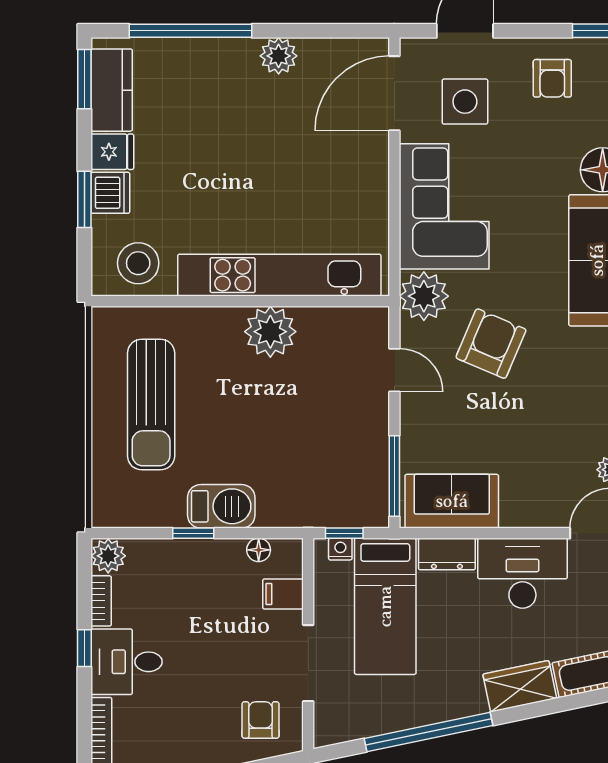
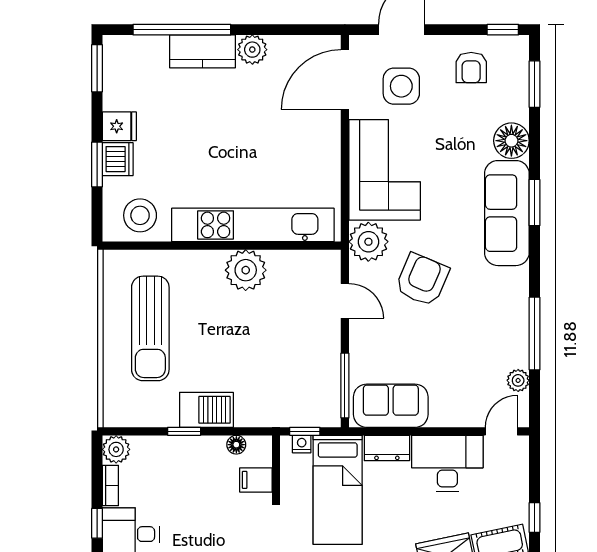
kitchen counter: (112, 90) -> (203, 51), moved, turned 90

